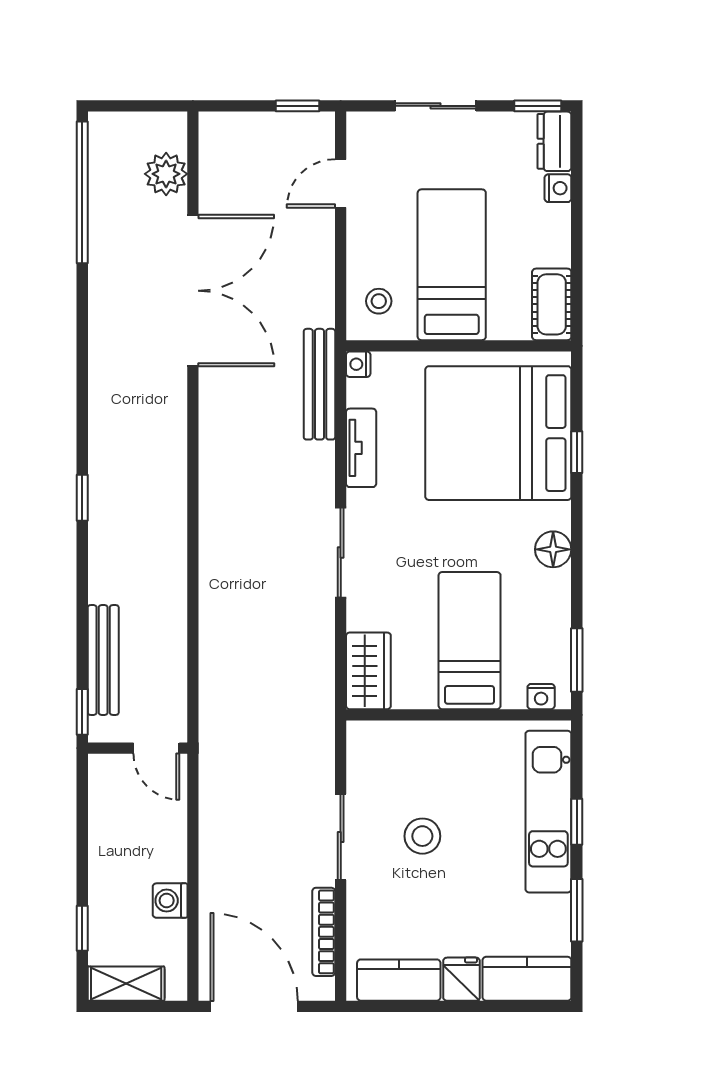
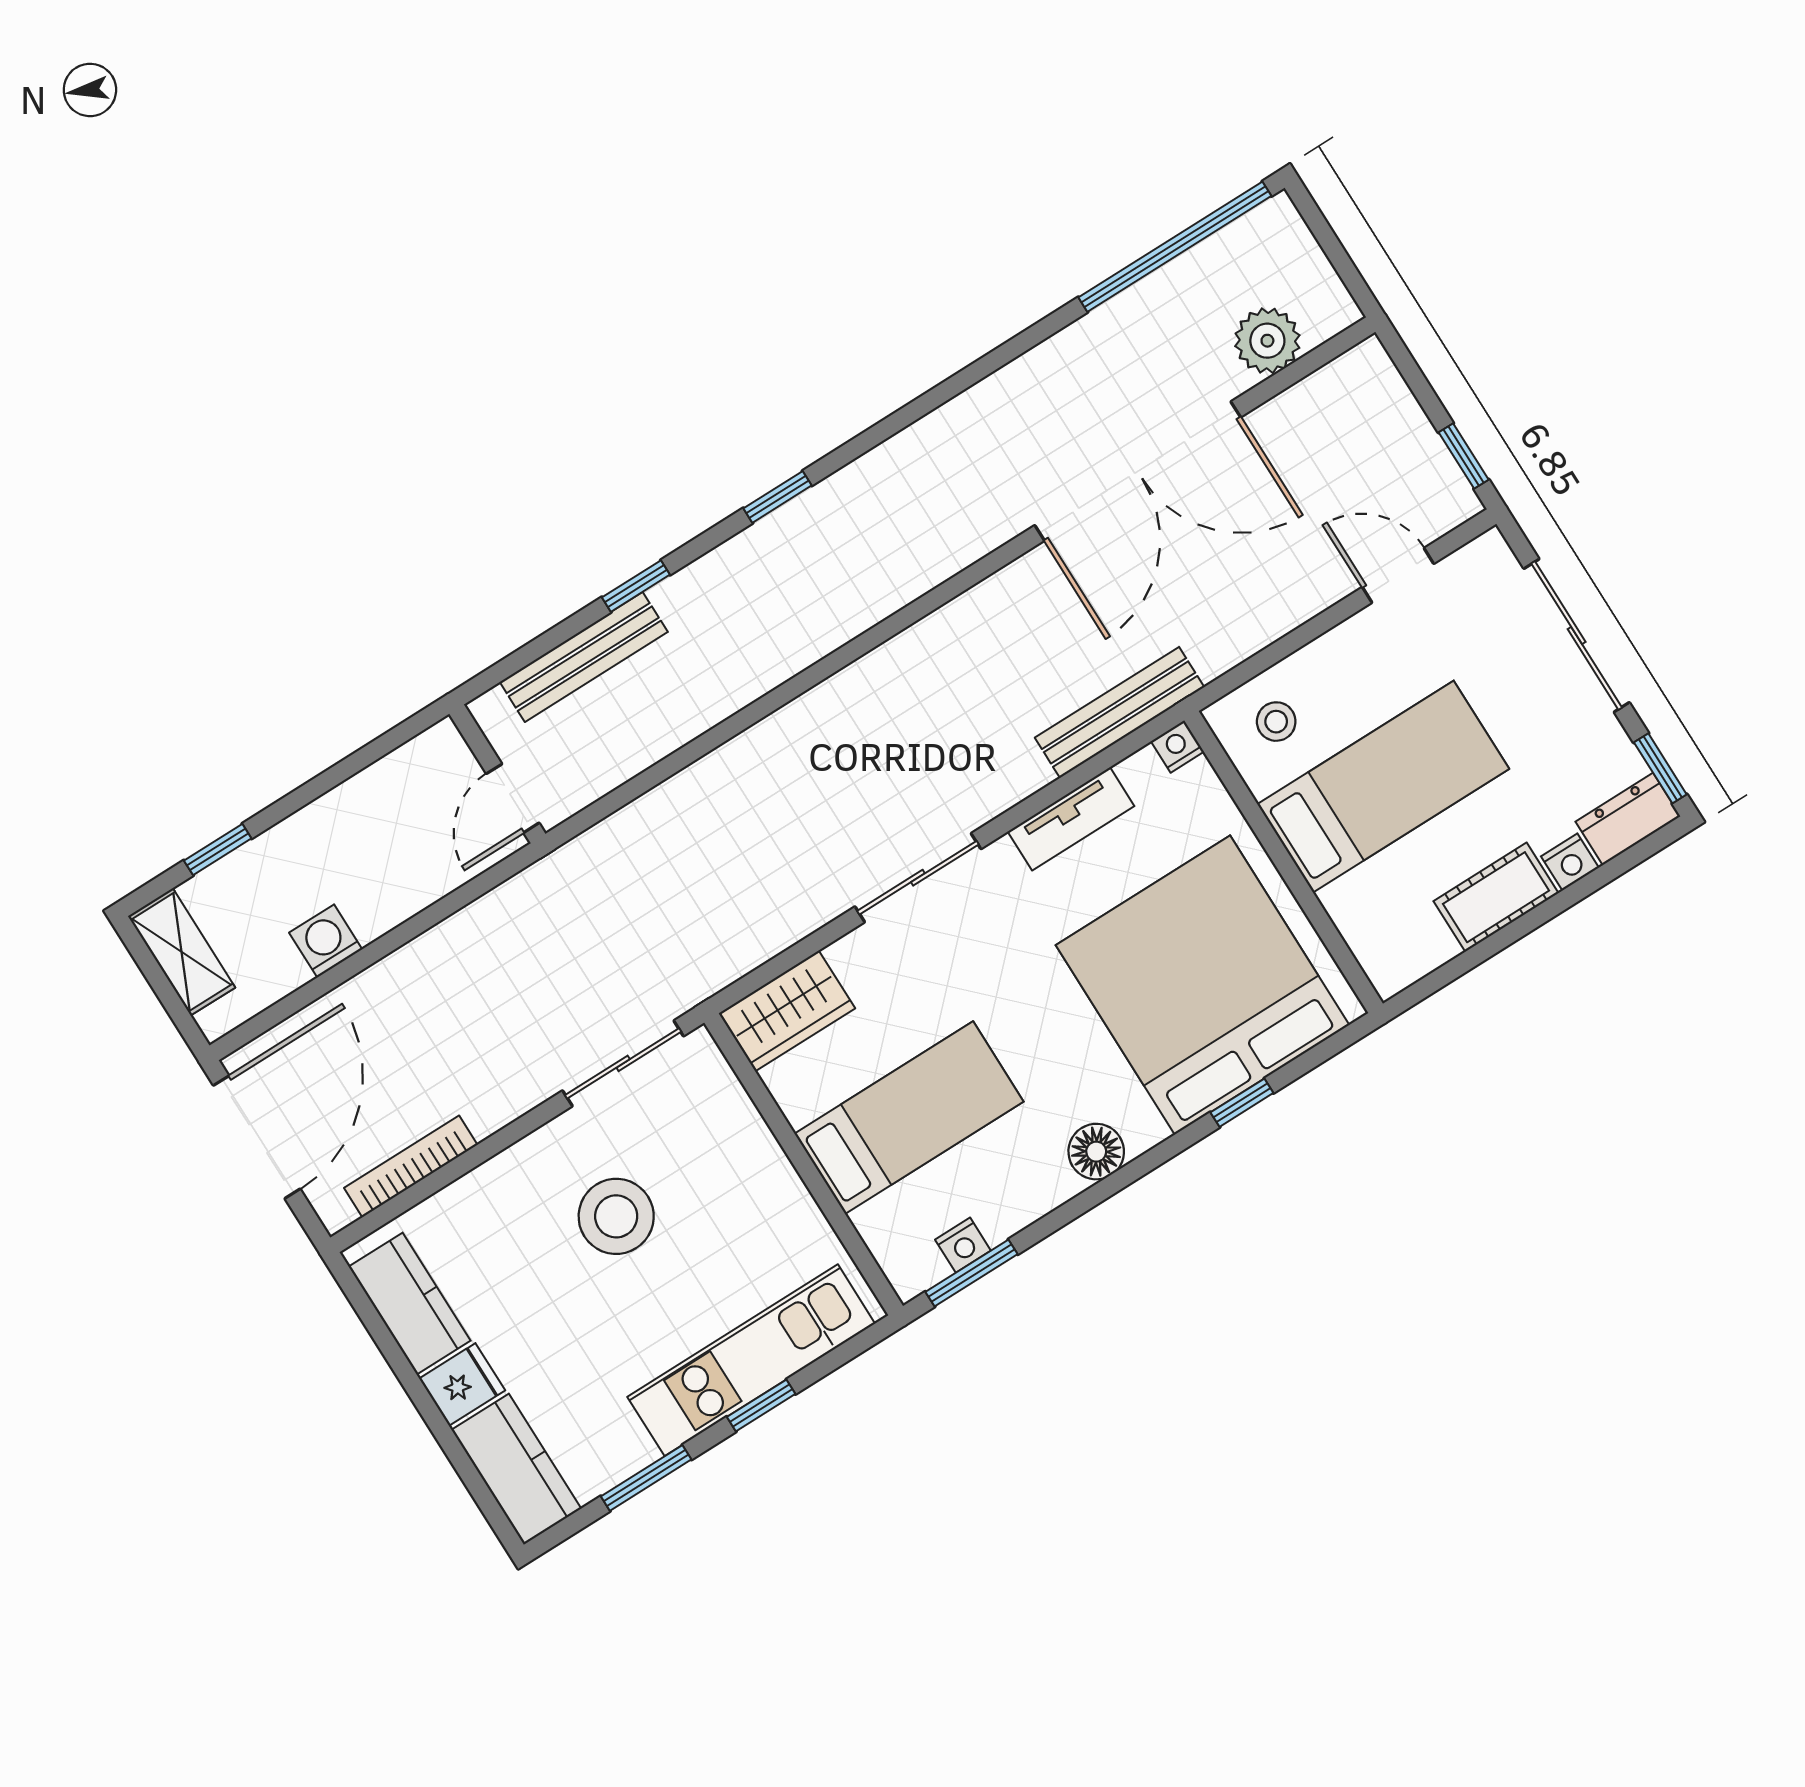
sliding door: (436, 106) -> (1577, 635), width x1.37
cot: (552, 304) -> (1496, 897), moved
nightstand: (541, 697) -> (963, 1245), moved, turned -90
window: (82, 712) -> (636, 586), moved
stool: (422, 836) -> (616, 1216), width x1.38, depth x1.38
sliding door: (341, 837) -> (623, 1063), moved

